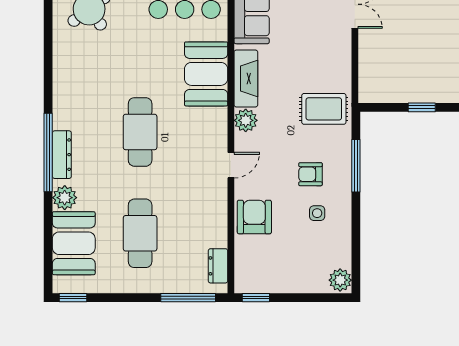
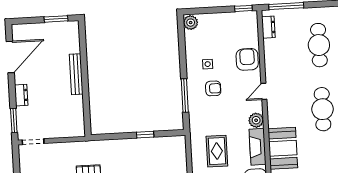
rug: (324, 109) -> (217, 151), moved, turned 90
armchair: (254, 217) -> (247, 59), turned 180

